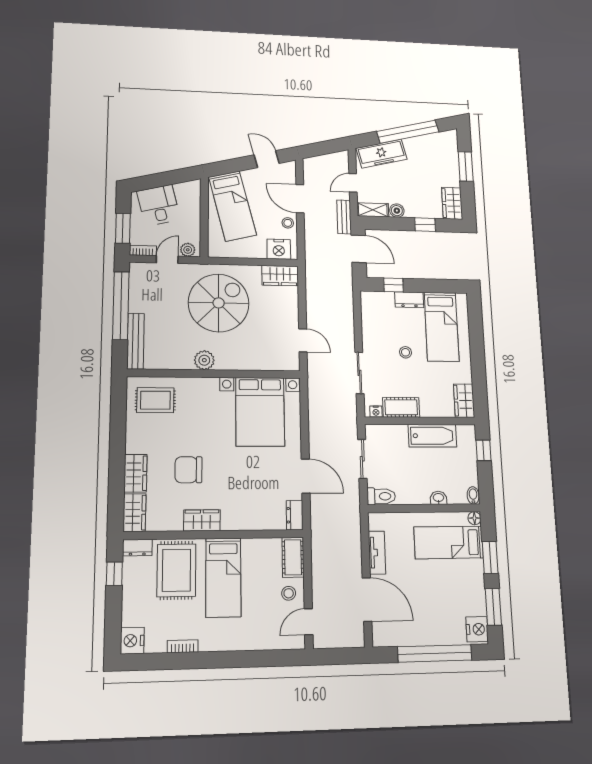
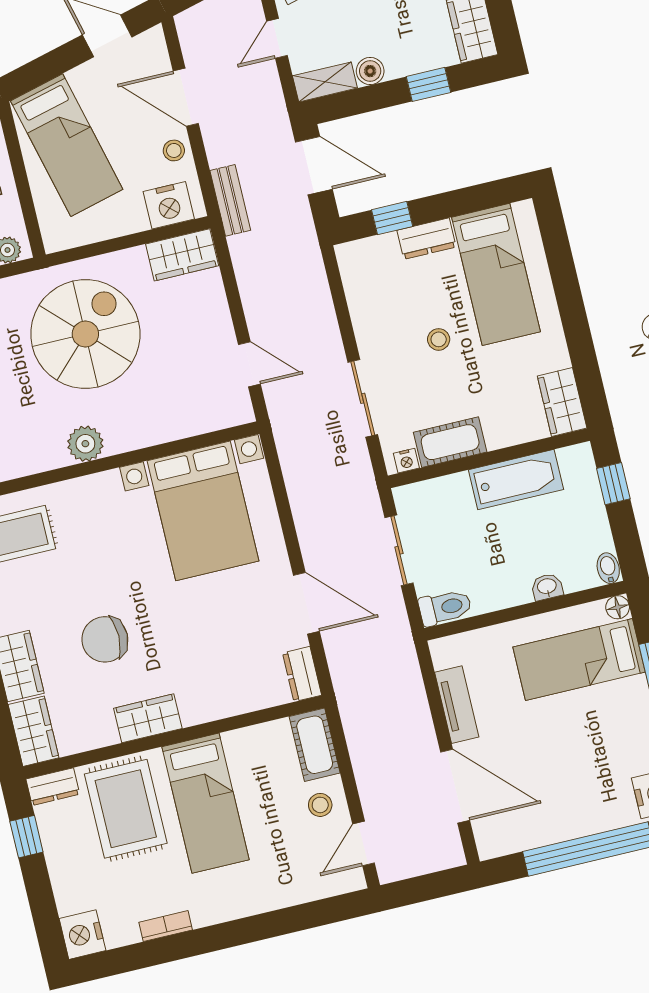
bench: (344, 217) -> (230, 200), moved

